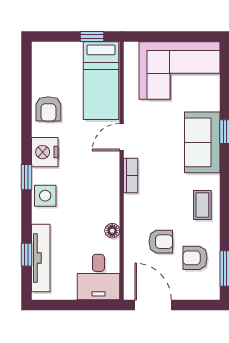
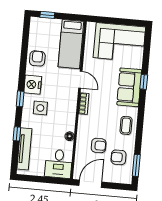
window: (92, 37) -> (47, 15), moved
armchair: (48, 109) -> (37, 58), turned 180
door: (122, 137) -> (80, 80), swing flipped
side table: (45, 196) -> (40, 108), moved
window: (26, 255) -> (17, 134), moved
door: (153, 305) -> (90, 184), hinge flipped

